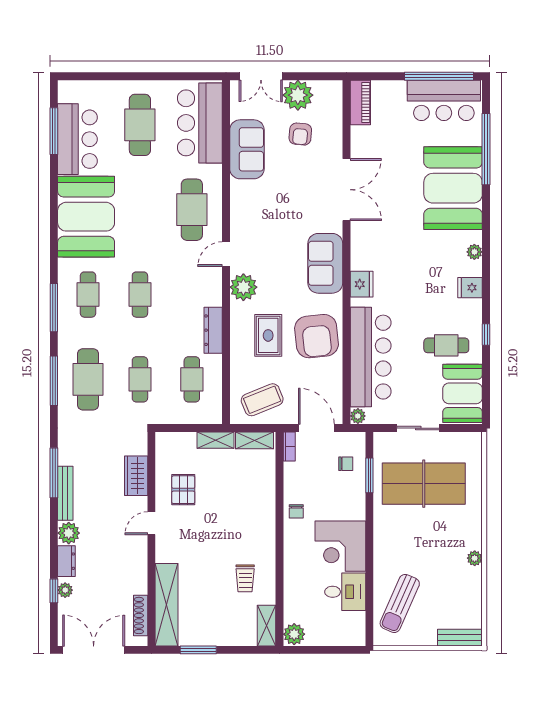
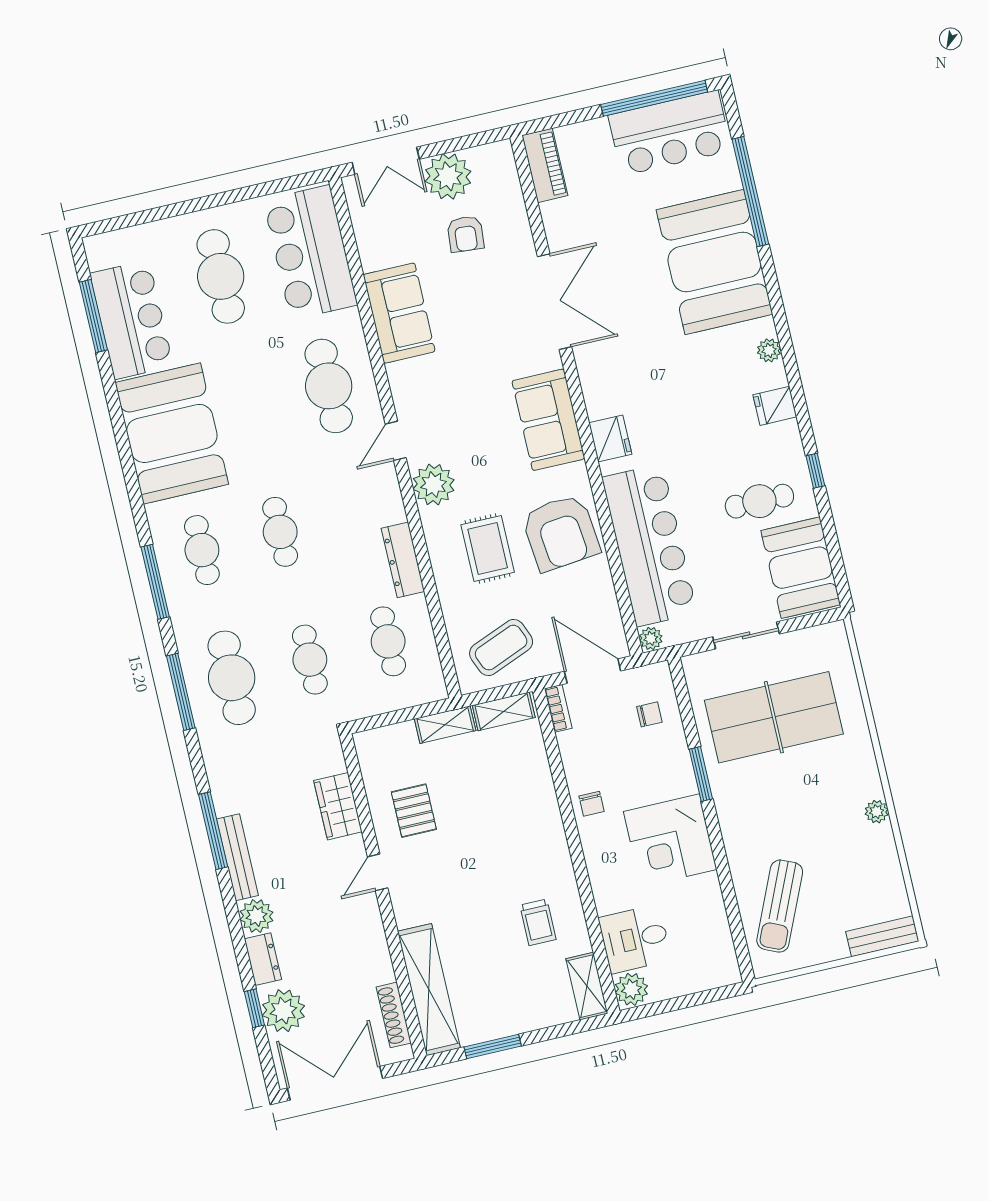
sofa: (247, 149) -> (399, 313), moved
window: (369, 475) -> (701, 774), moved
plant: (65, 590) -> (283, 1011), width x1.88, depth x1.88
desk: (345, 592) -> (635, 939), moved, turned 180

